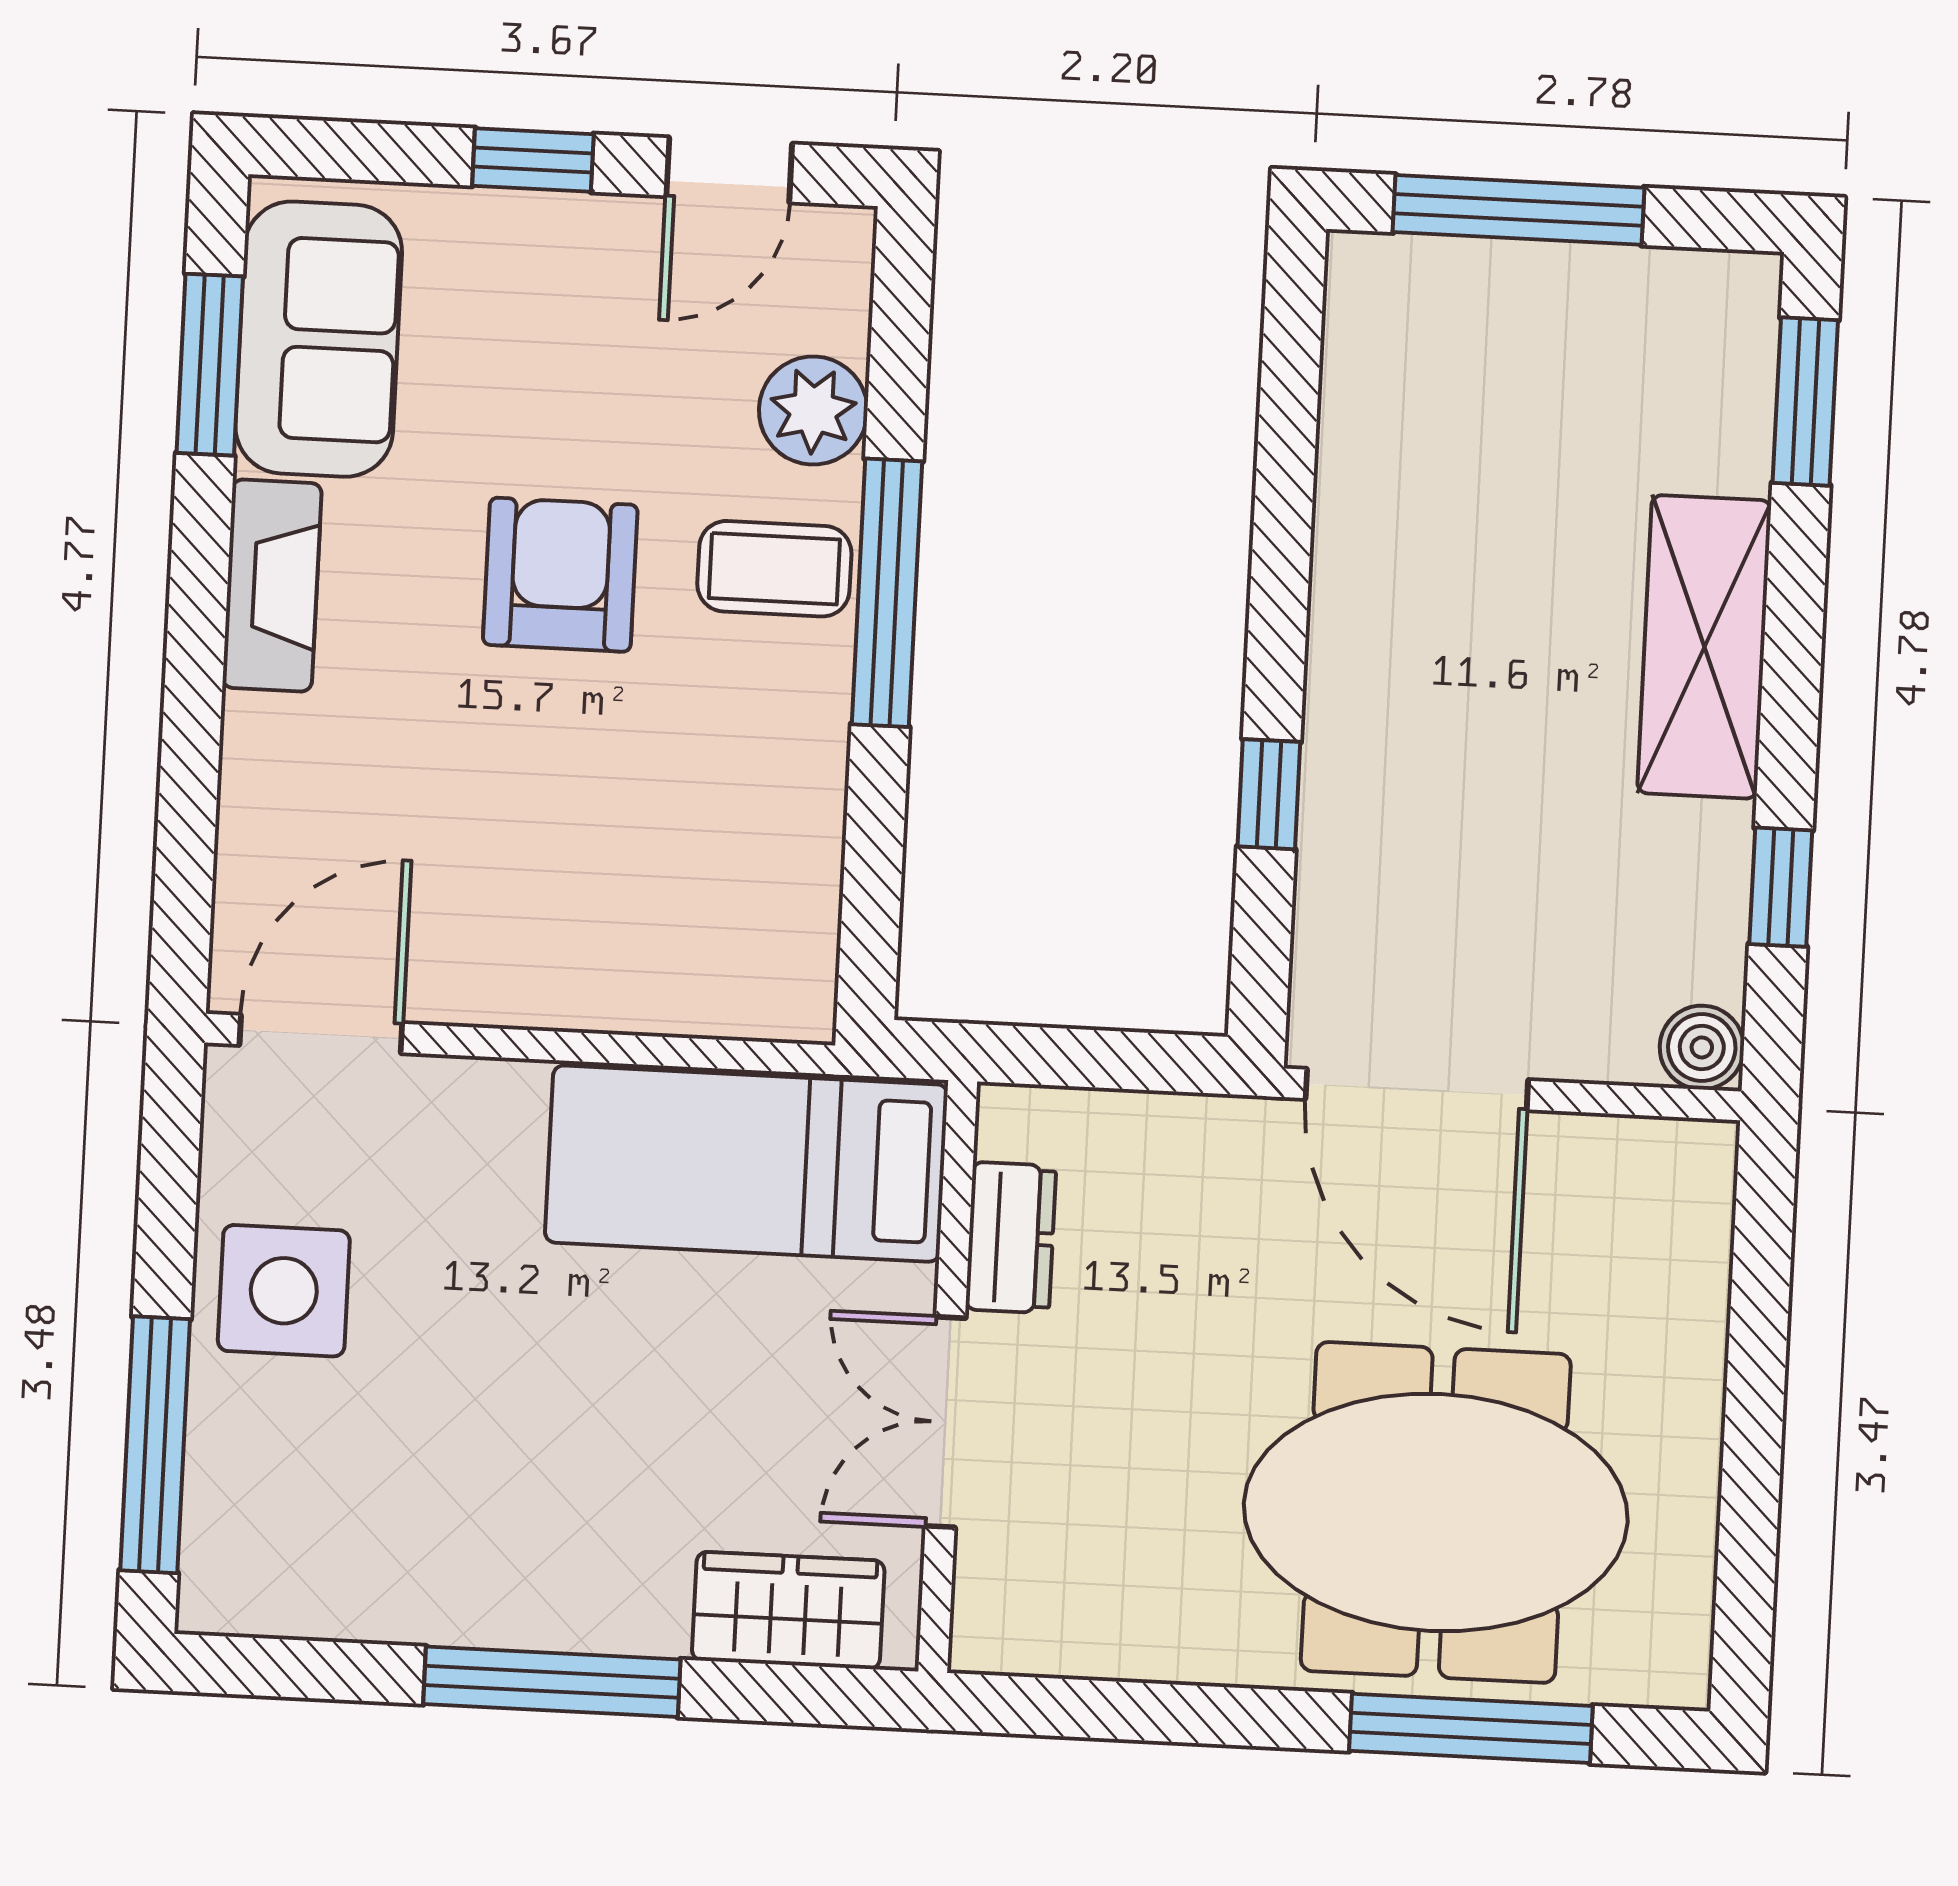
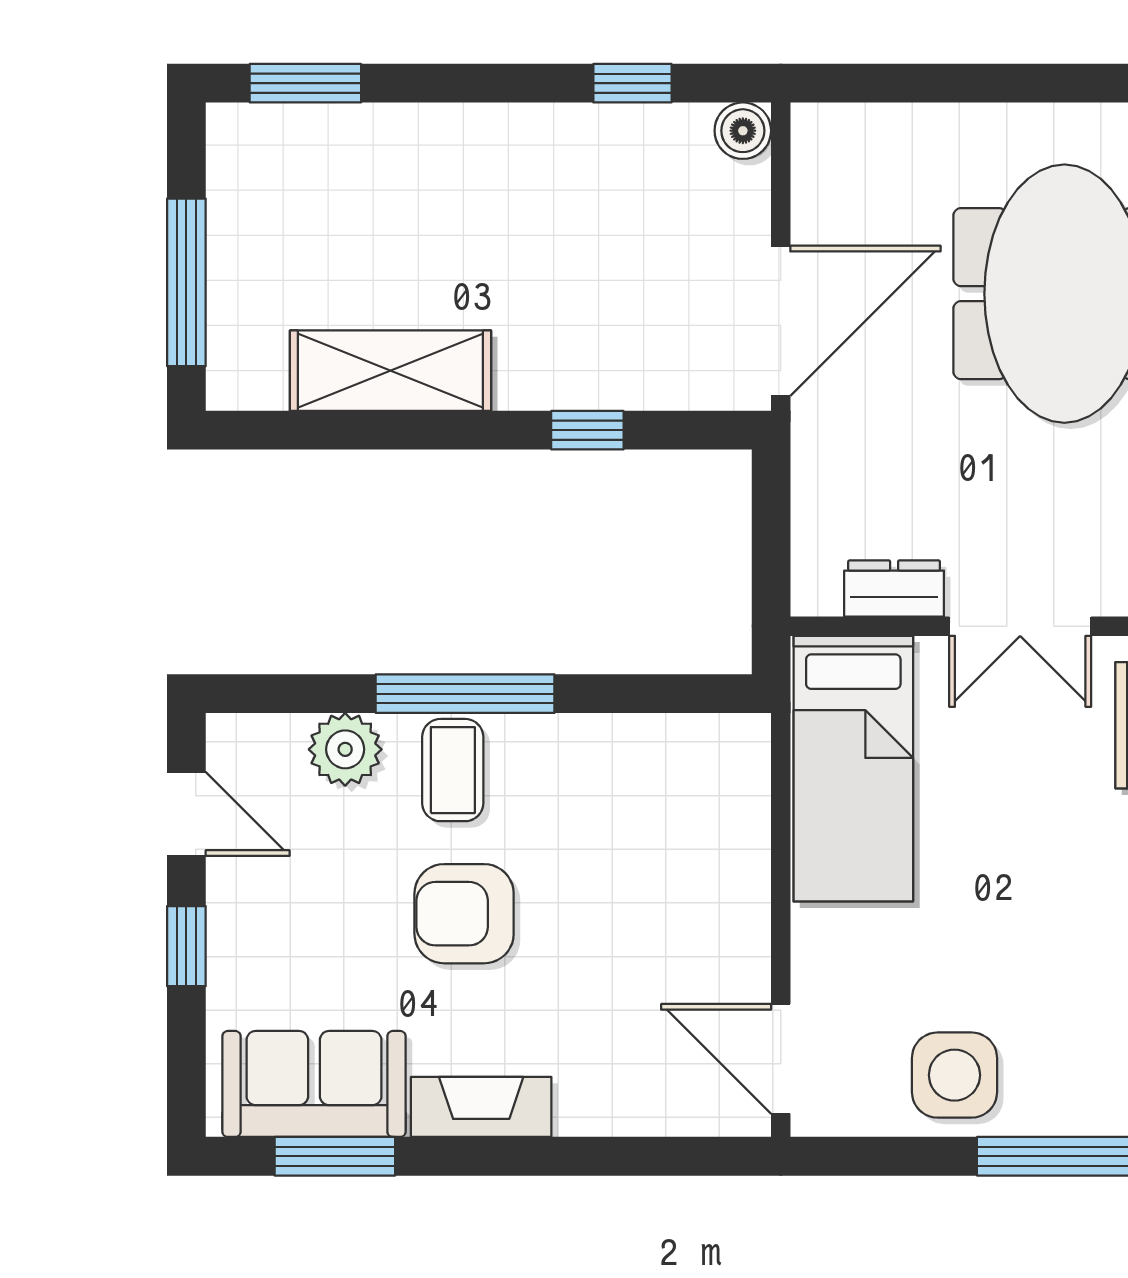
shelving: (1704, 647) -> (390, 371), moved

